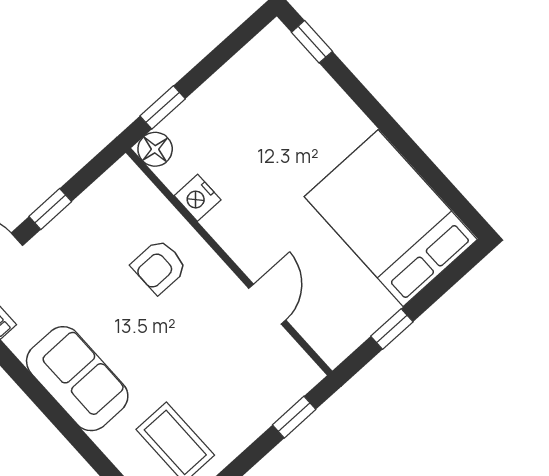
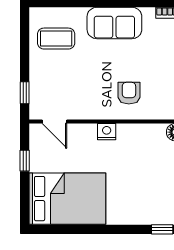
nightstand: (198, 198) -> (107, 132), moved
door: (267, 304) -> (55, 122), moved

